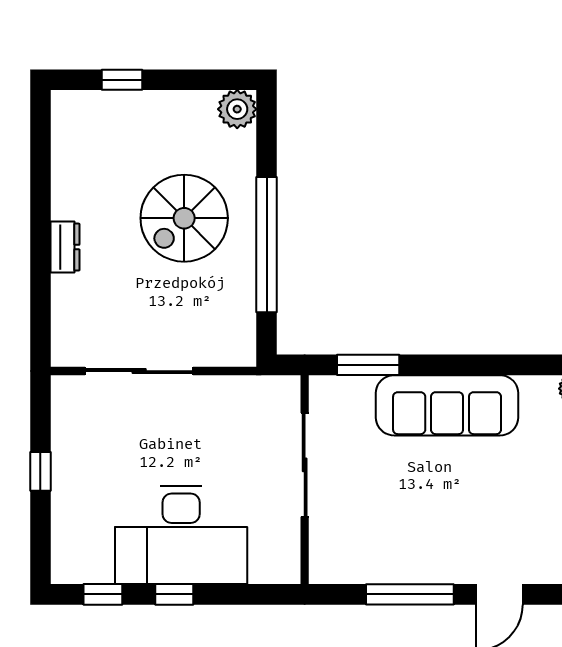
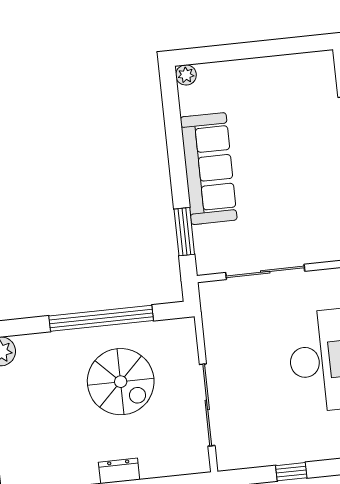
spiral stairs: (184, 218) -> (121, 382), moved

